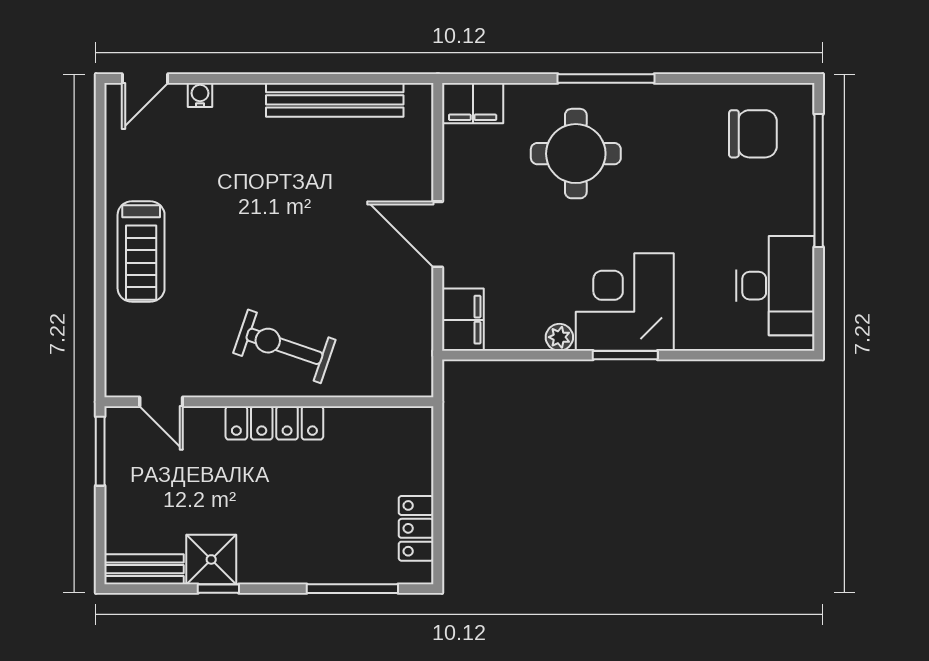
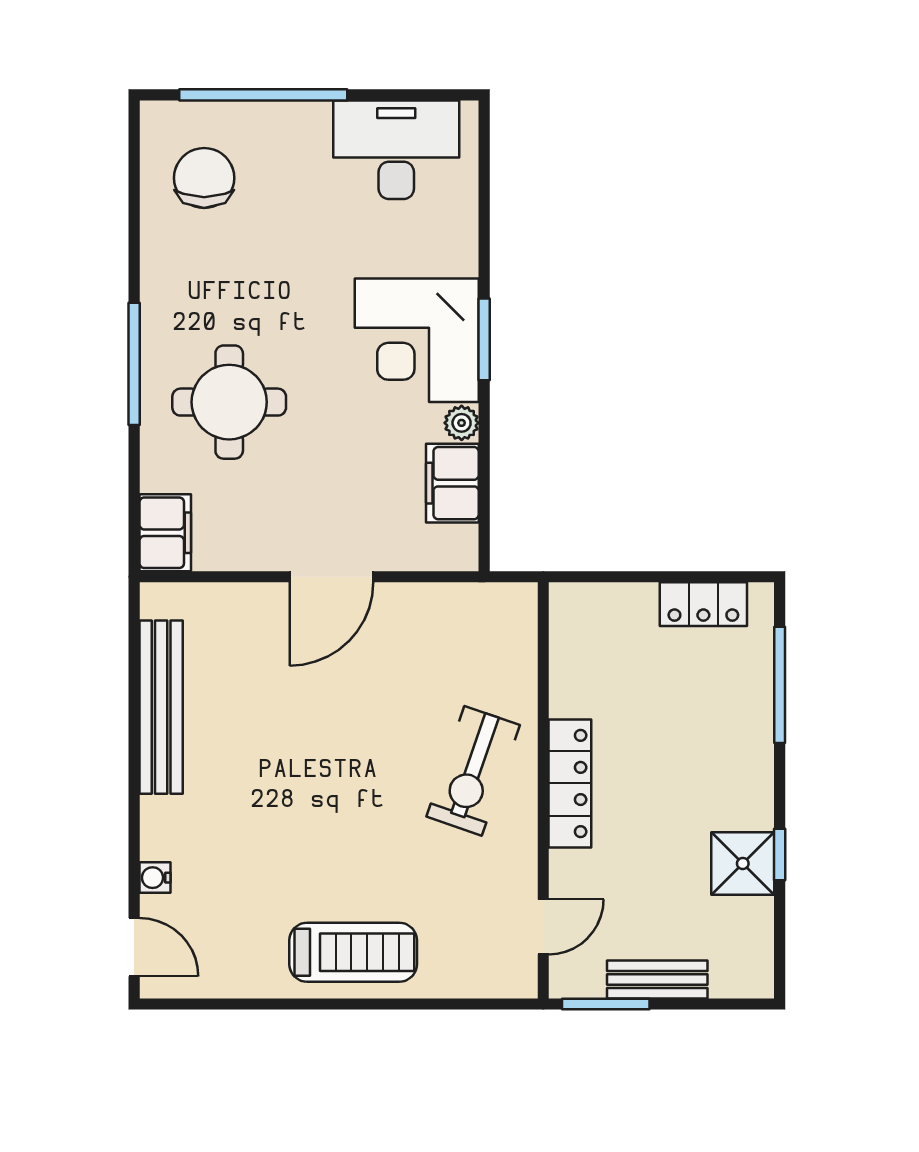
filing cabinet: (463, 320) -> (452, 483), moved, turned -90
bench: (144, 569) -> (657, 979), moved, turned 90

